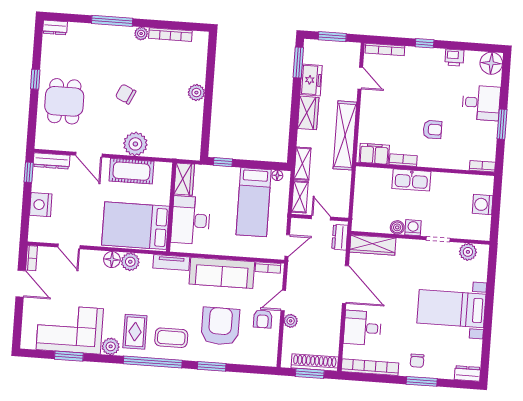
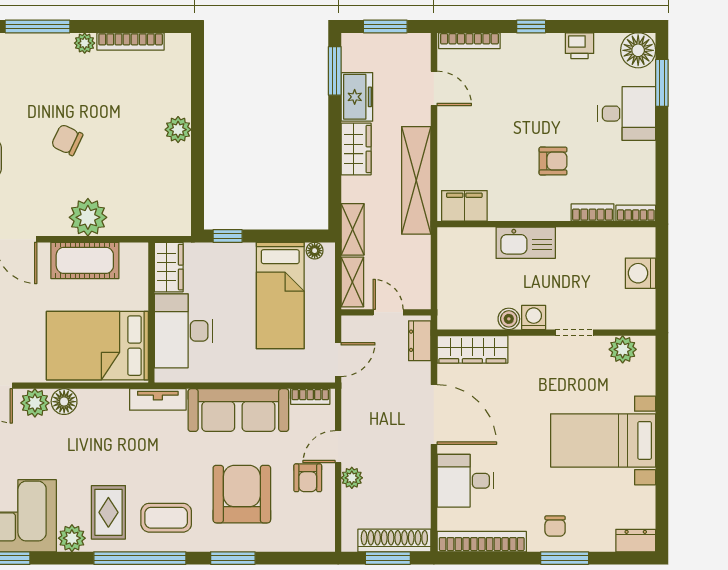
window: (502, 124) -> (662, 83), moved
bookcase: (403, 160) -> (592, 213), moved
plant: (130, 262) -> (35, 403), moved

